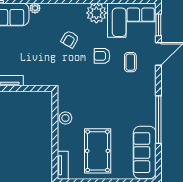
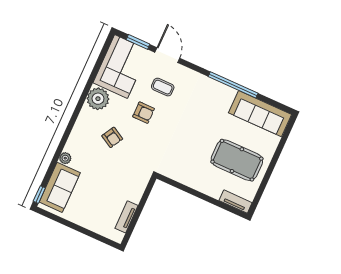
armchair: (102, 56) -> (144, 113), turned -90
stool: (65, 118) -> (189, 177), removed

